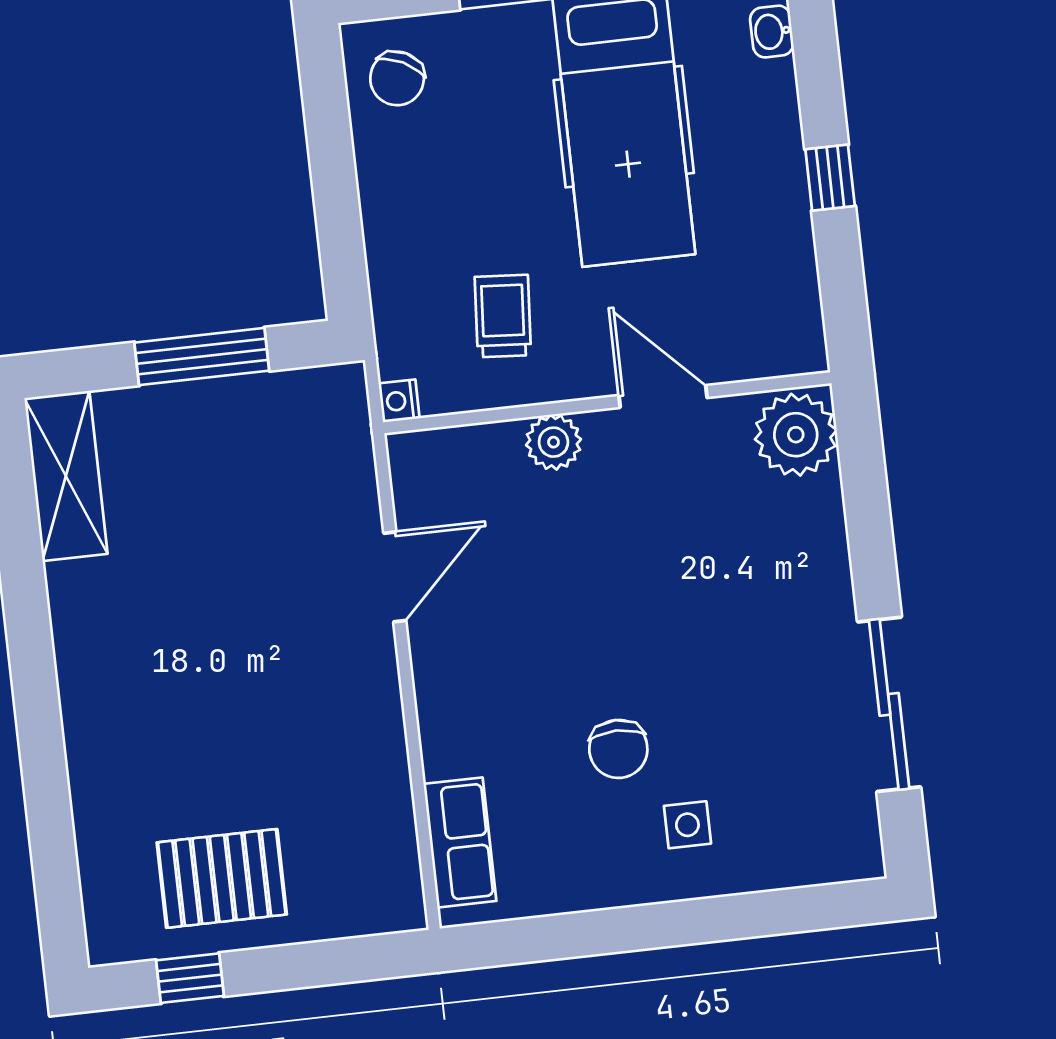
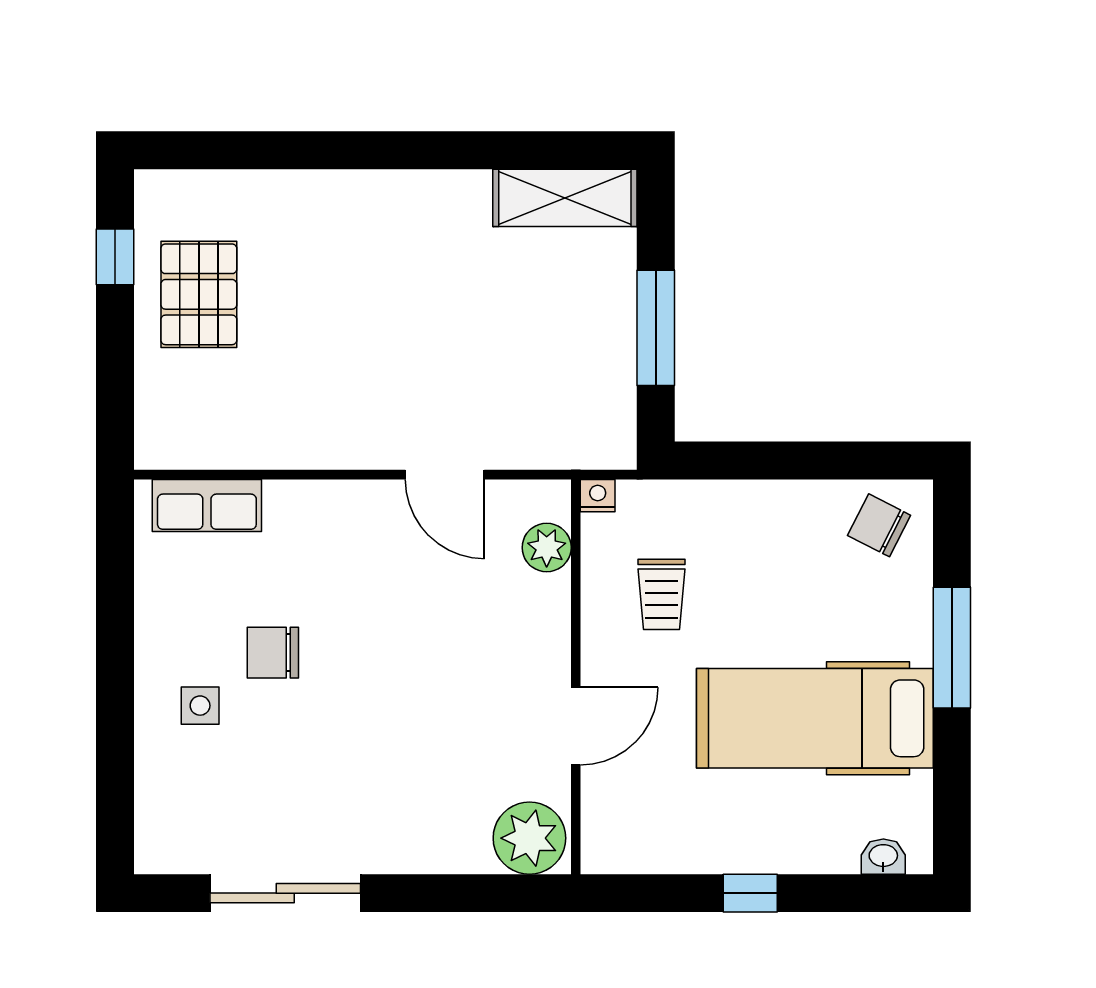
trolley: (503, 316) -> (662, 594), turned 86
plant: (553, 442) -> (547, 548), moved

